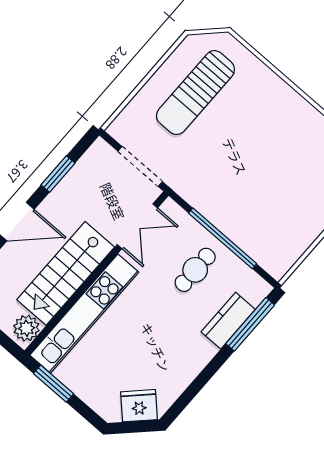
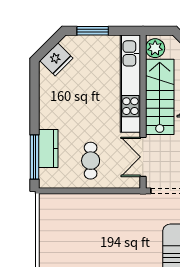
window: (223, 238) -> (91, 191), removed
window: (54, 384) -> (93, 31), moved

